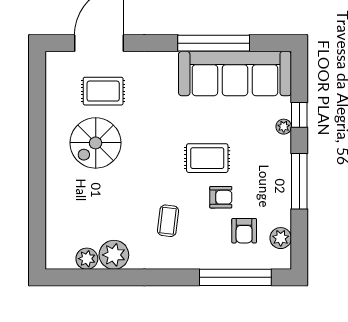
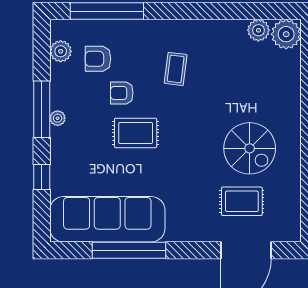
plant: (284, 127) -> (58, 118), moved
spiral stairs: (96, 143) -> (250, 148), turned 90
armchair: (244, 231) -> (98, 59), turned -90
plant: (114, 255) -> (286, 34), moved

